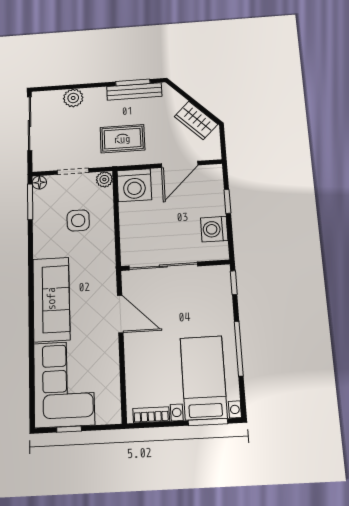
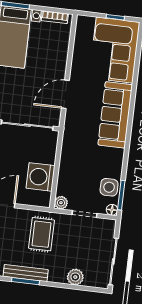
rug: (122, 139) -> (42, 234), turned 90
washing machine: (134, 185) -> (41, 177), moved, turned -90
side table: (78, 220) -> (109, 187), moved
door: (120, 314) -> (65, 94), hinge flipped

